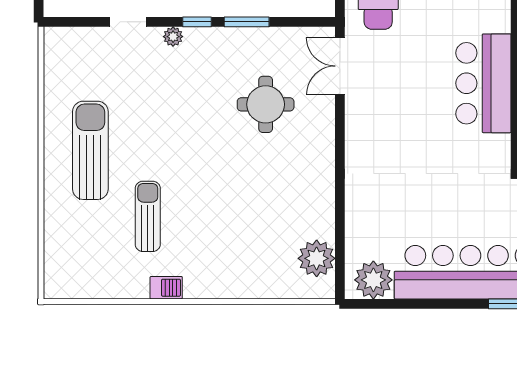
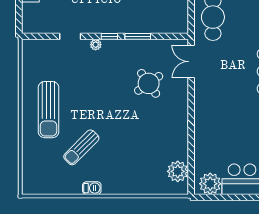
round table: (266, 104) -> (149, 83), turned -35
sun lounger: (90, 150) -> (49, 110), turned 180
sun lounger: (148, 216) -> (81, 147), turned -135

